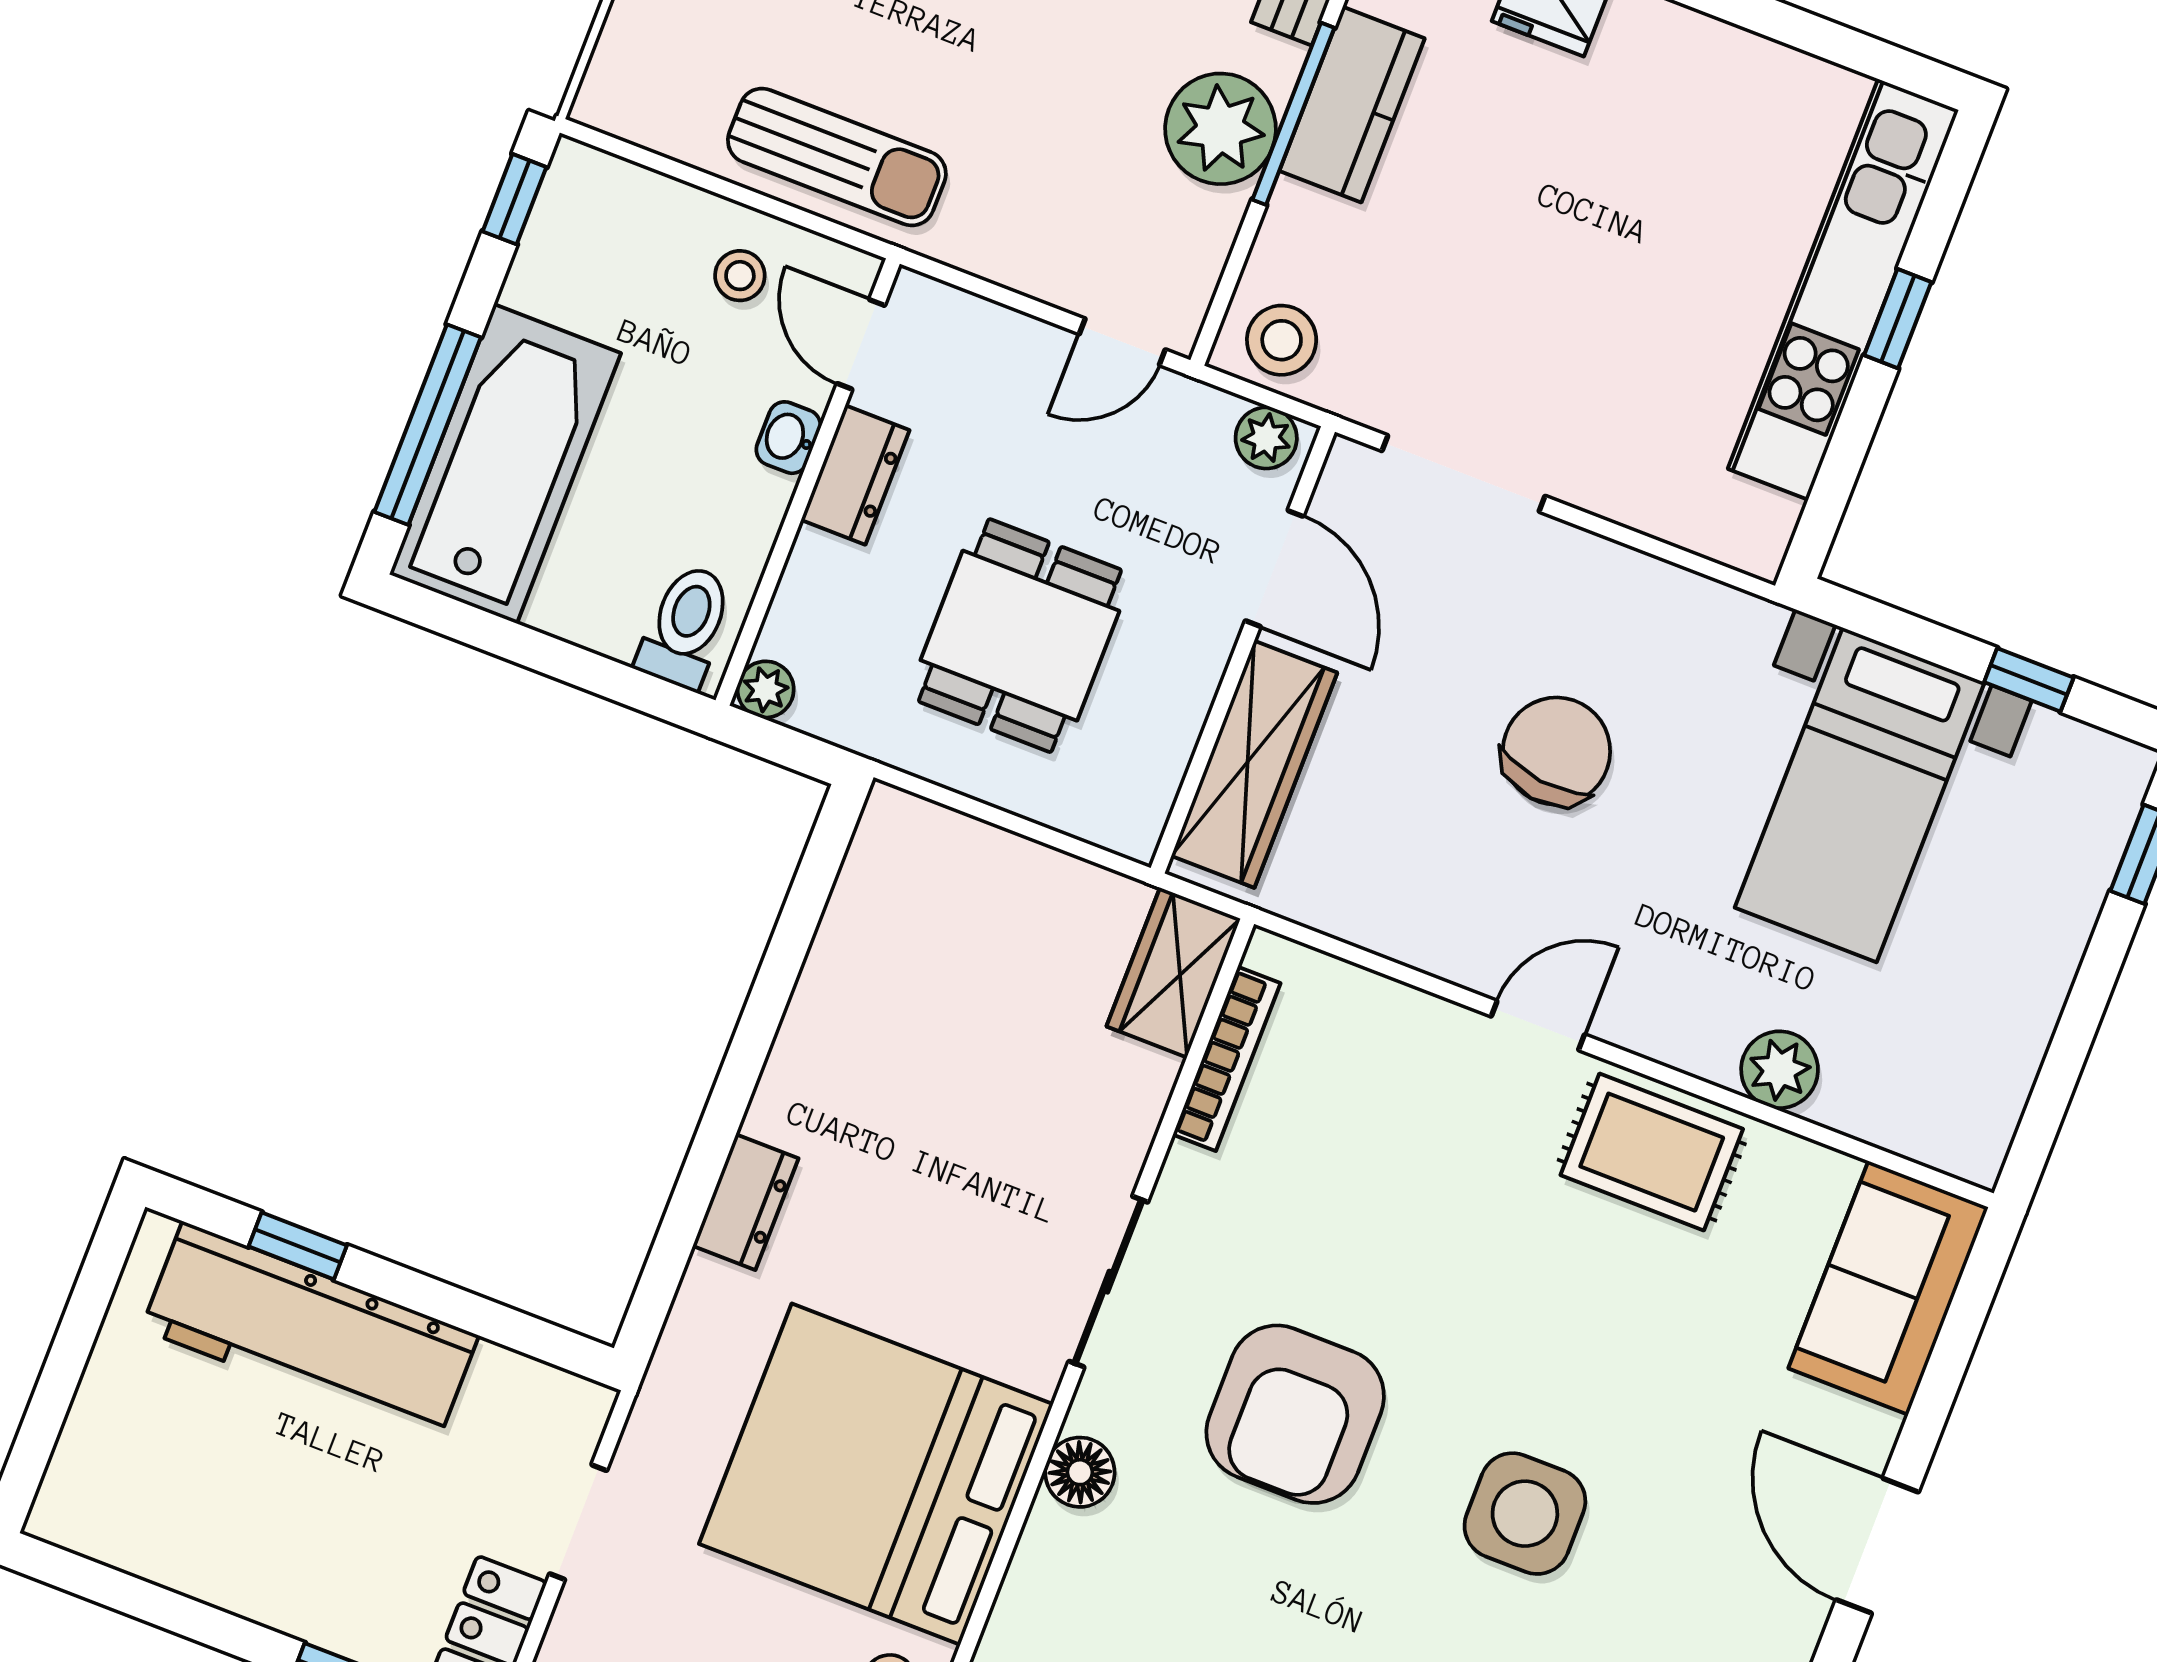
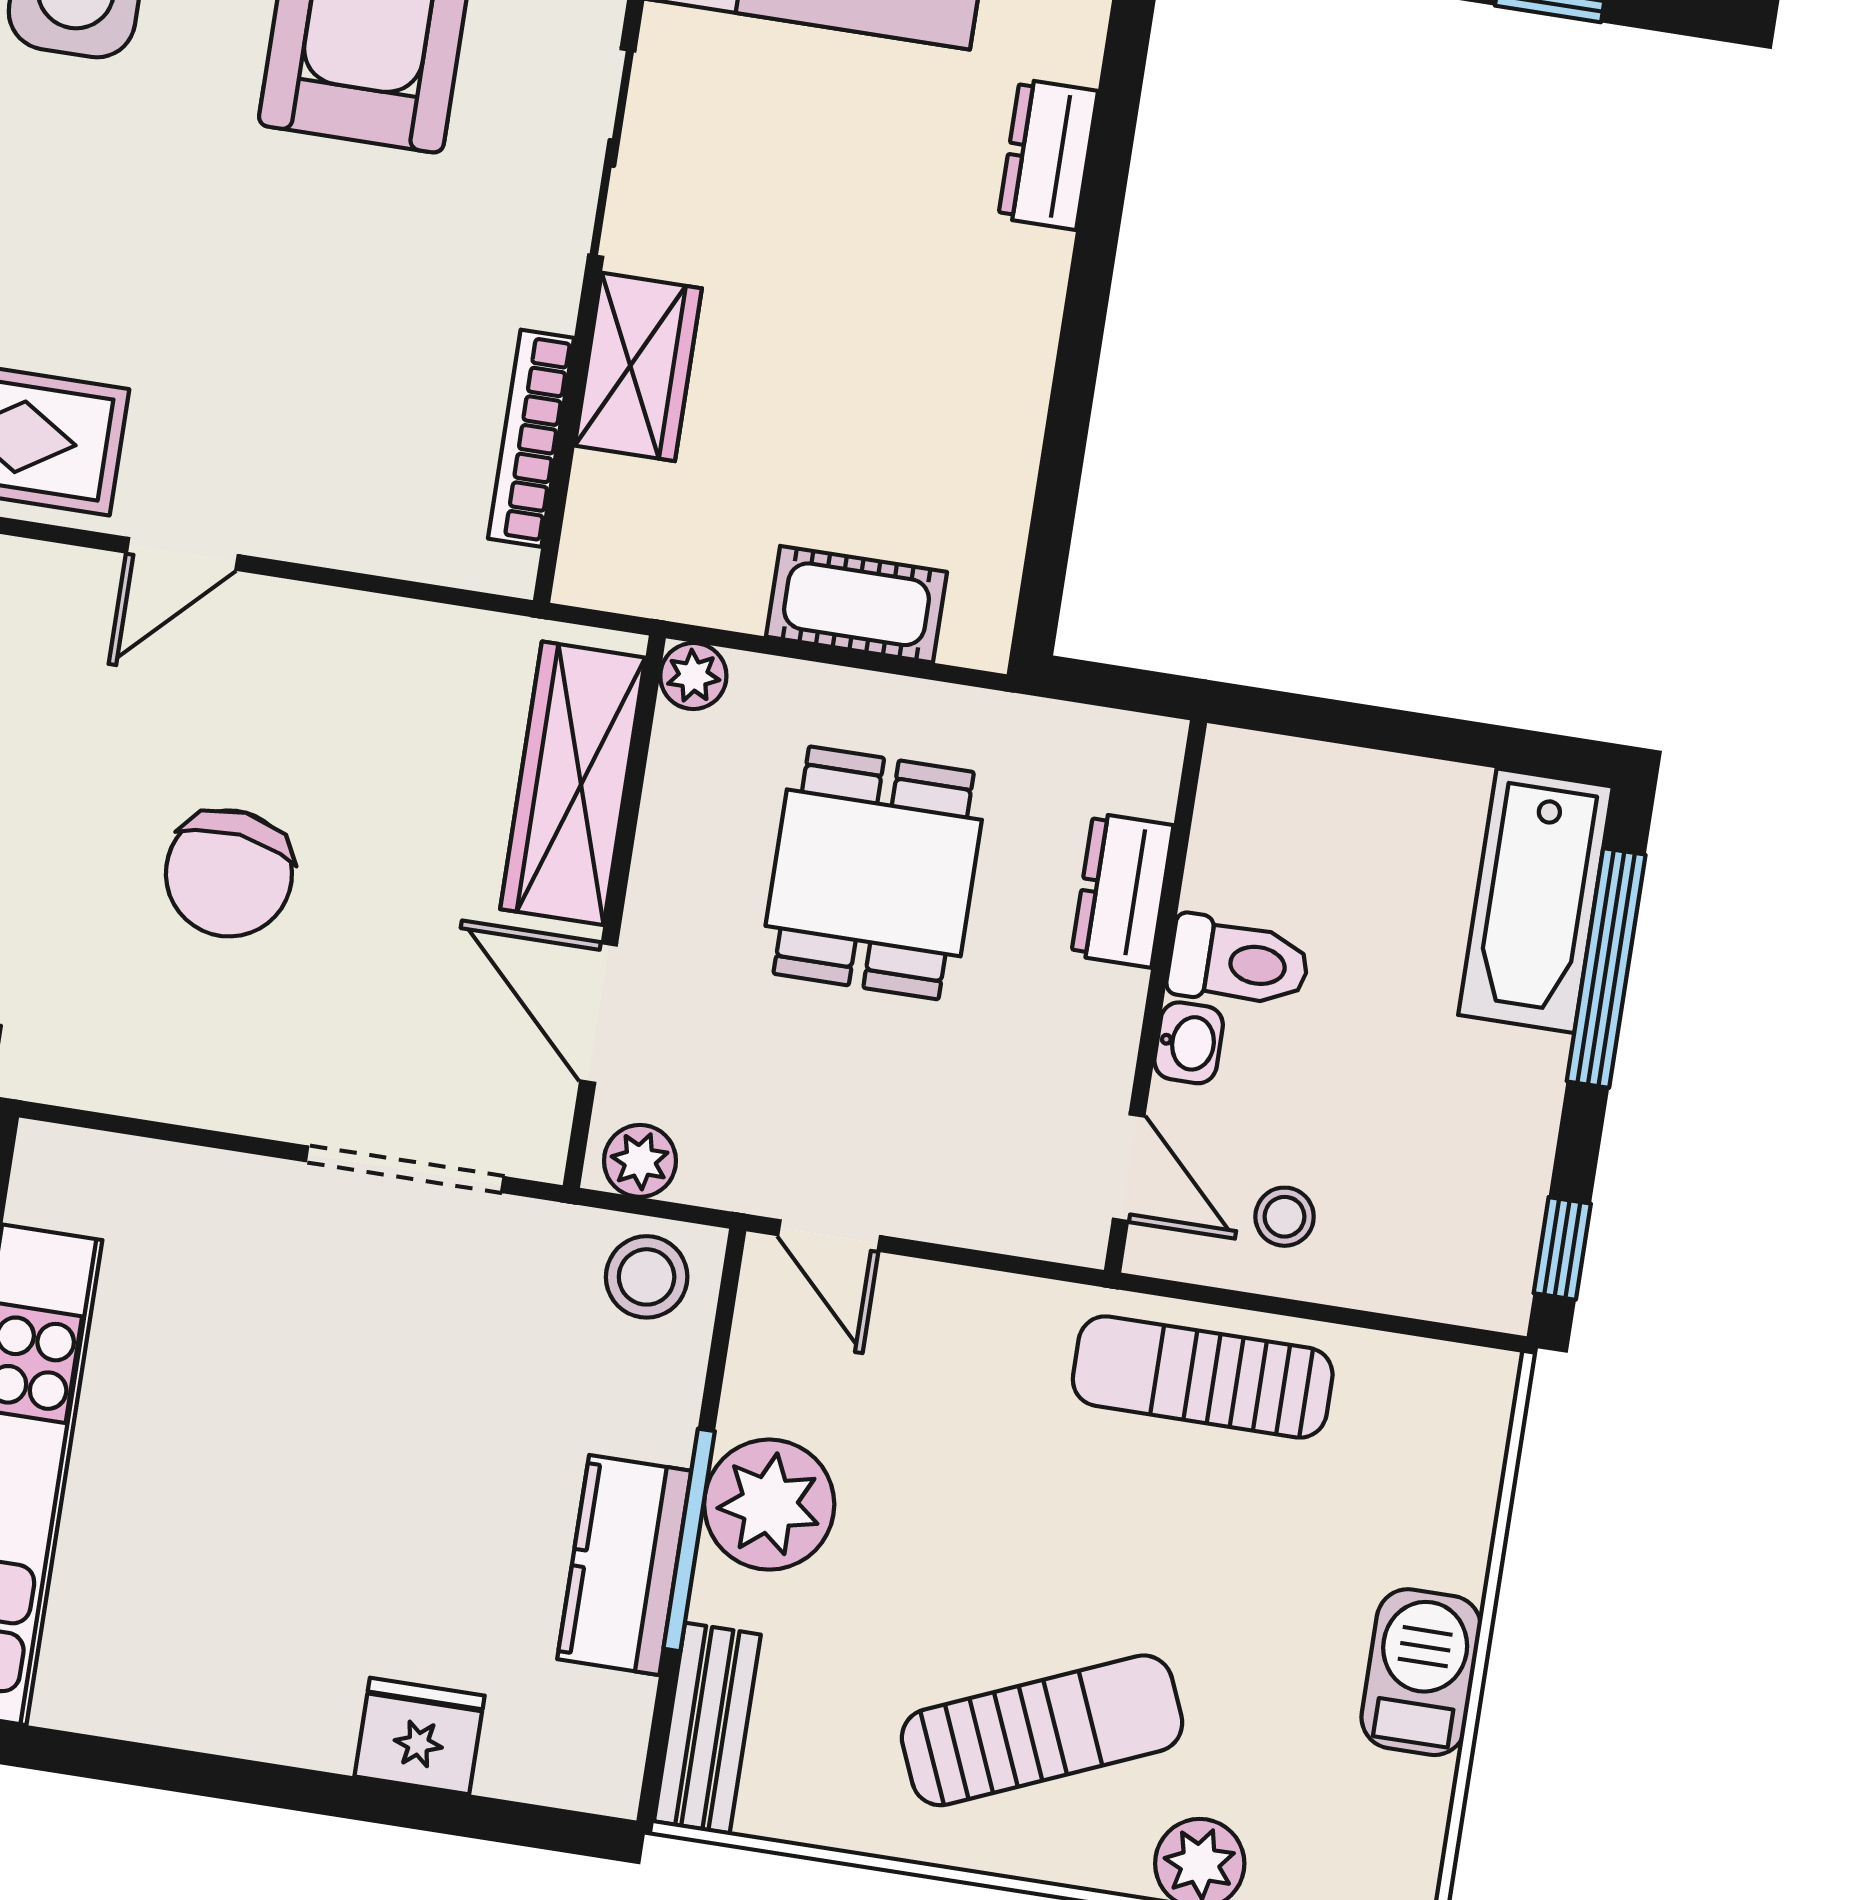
door: (1122, 342) -> (829, 1236), swing flipped
bathtub: (505, 464) -> (1535, 901), width x0.73, depth x0.73
dresser: (855, 475) -> (1122, 890), moved
toilet: (686, 626) -> (1239, 962), moved, turned -90
plant: (766, 689) -> (693, 676), moved
cot: (986, 862) -> (856, 604), added
wardrobe: (1174, 972) -> (638, 367), moved

